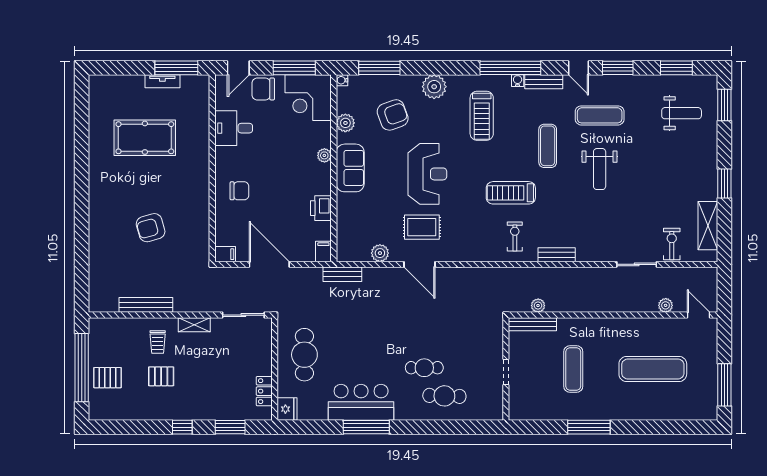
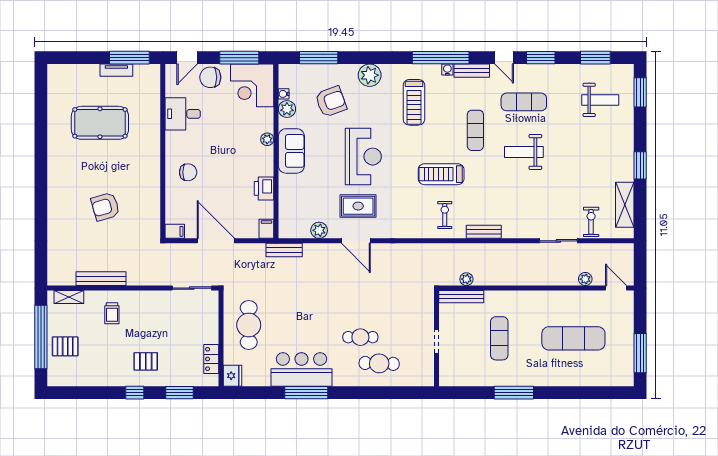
water cooler: (342, 80) -> (284, 94), moved
weight bench: (600, 169) -> (524, 152), turned 90
shelving: (194, 325) -> (69, 297), moved
pallet: (161, 376) -> (146, 361), moved

